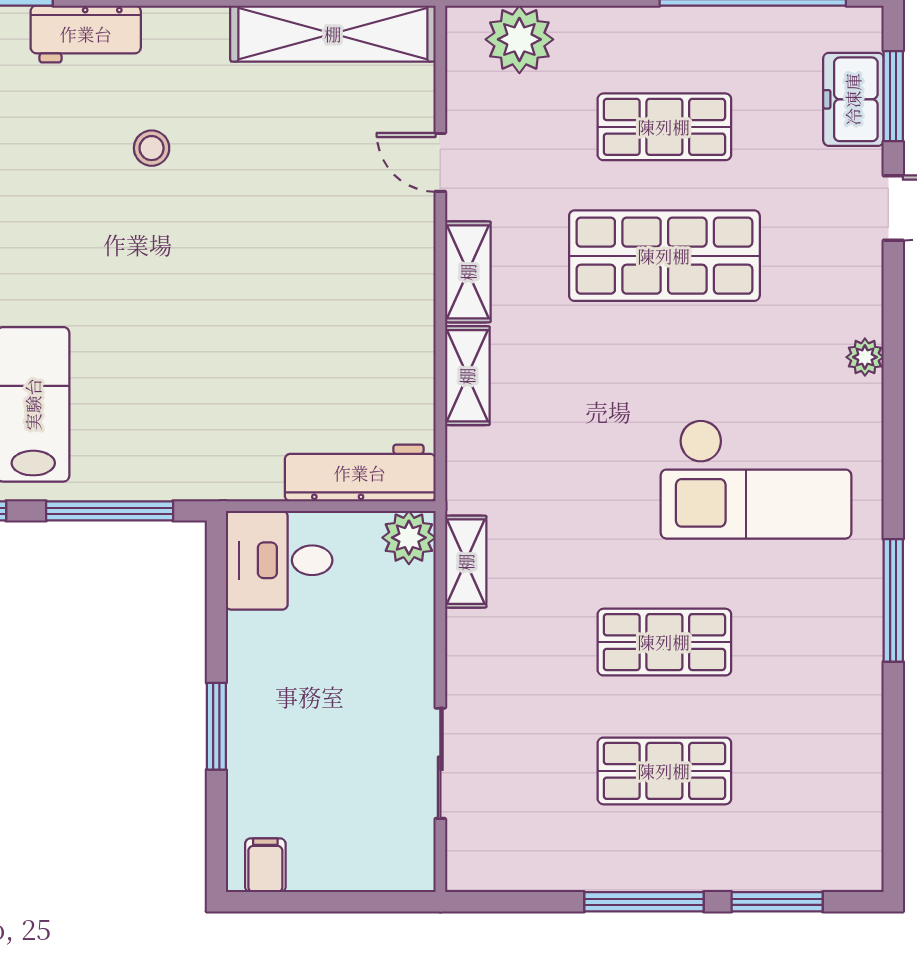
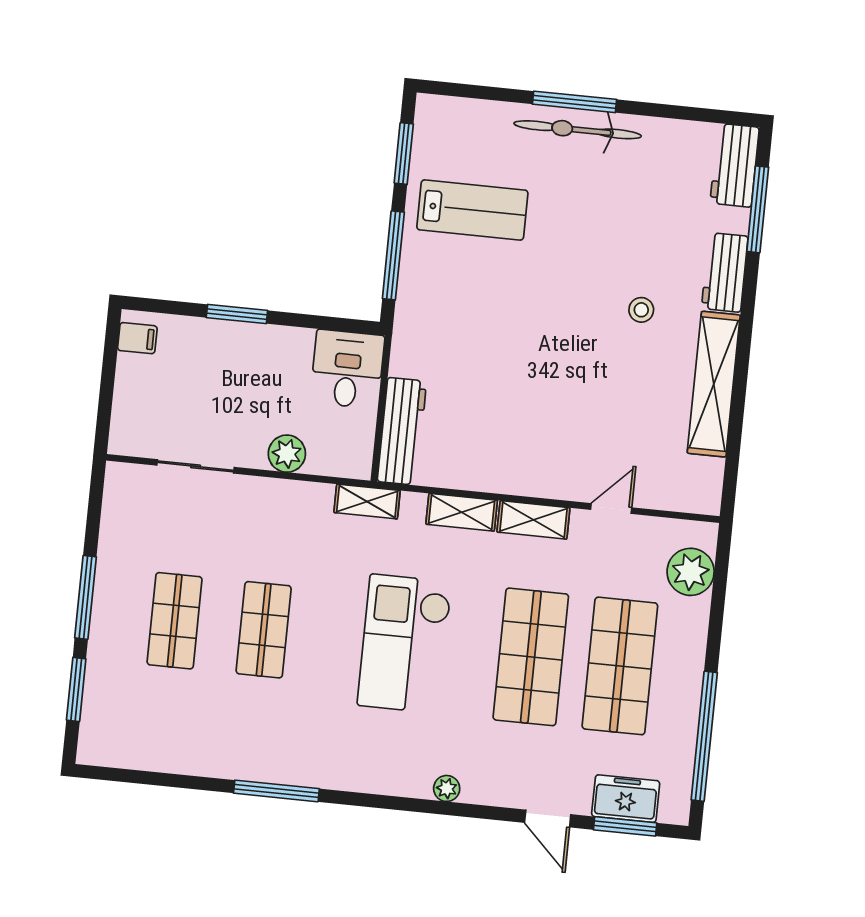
shelving: (333, 34) -> (714, 384), moved
shop shelf: (664, 127) -> (620, 666), width x1.43, depth x1.36
checkout: (756, 479) -> (405, 644), moved
plant: (409, 538) -> (287, 454), moved
shelving: (466, 562) -> (367, 502), moved

